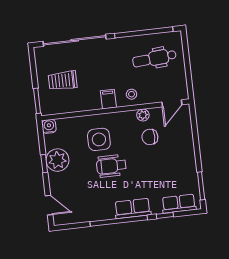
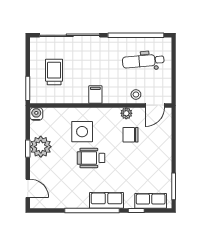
trolley: (63, 80) -> (54, 72), turned 90
stool: (132, 94) -> (136, 94), moved

